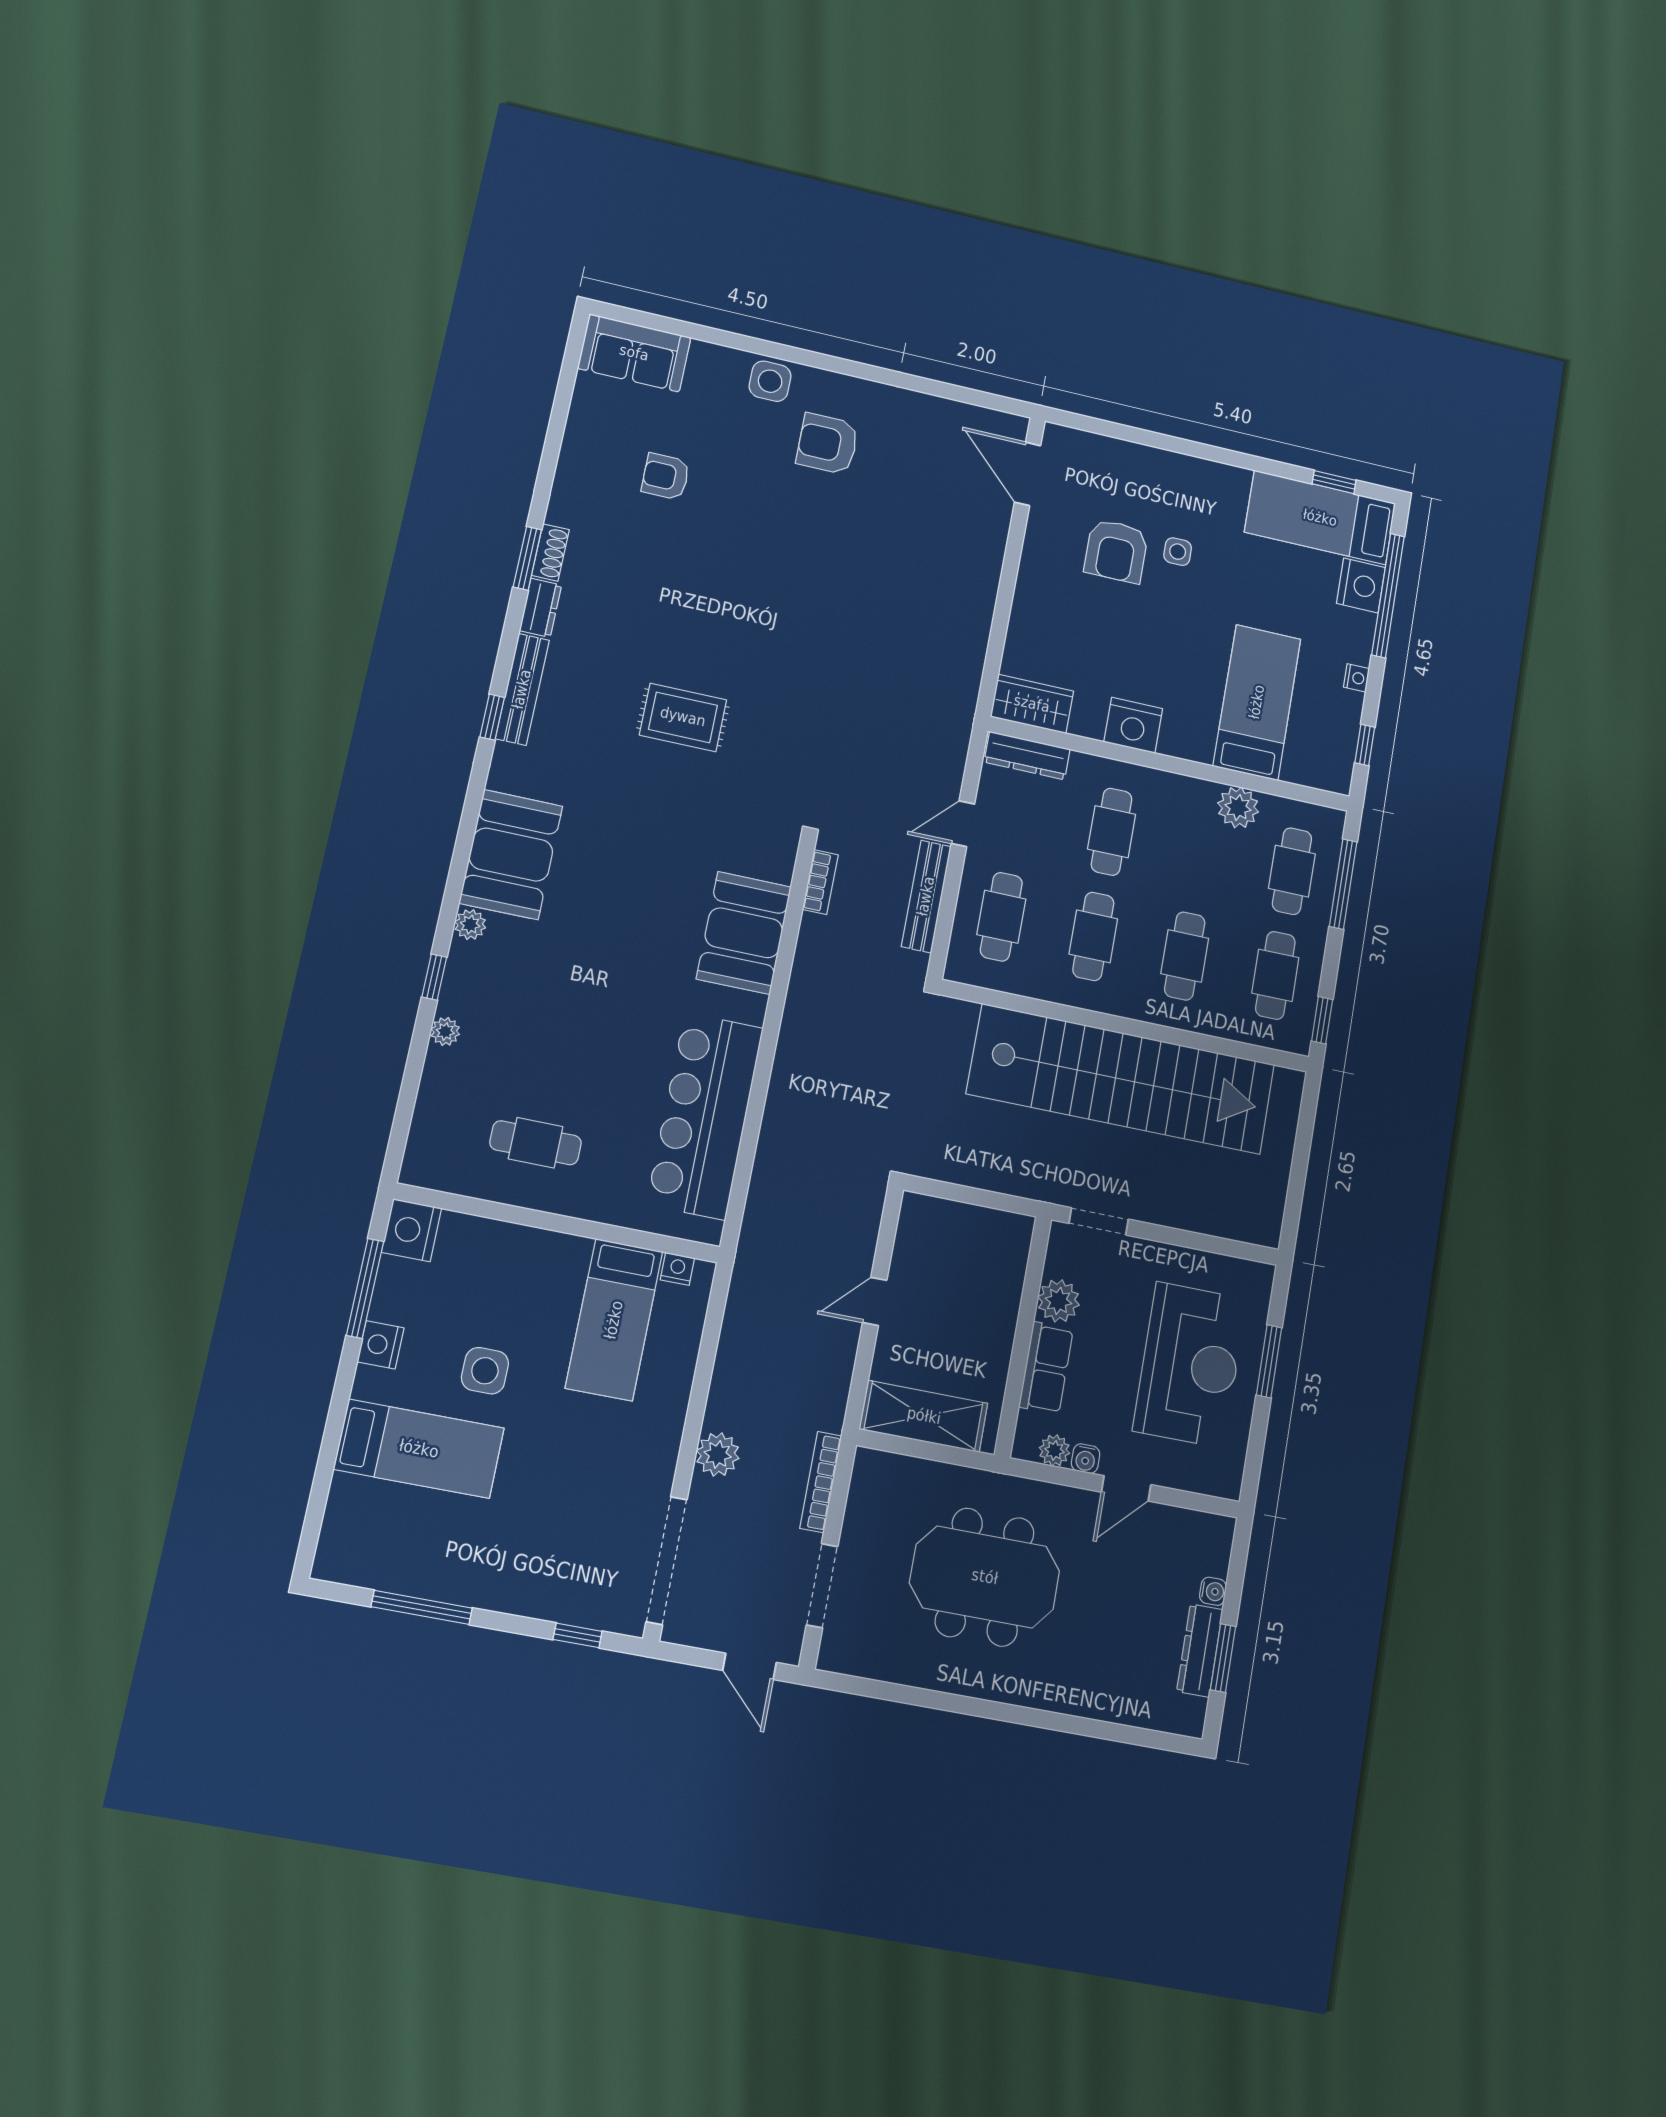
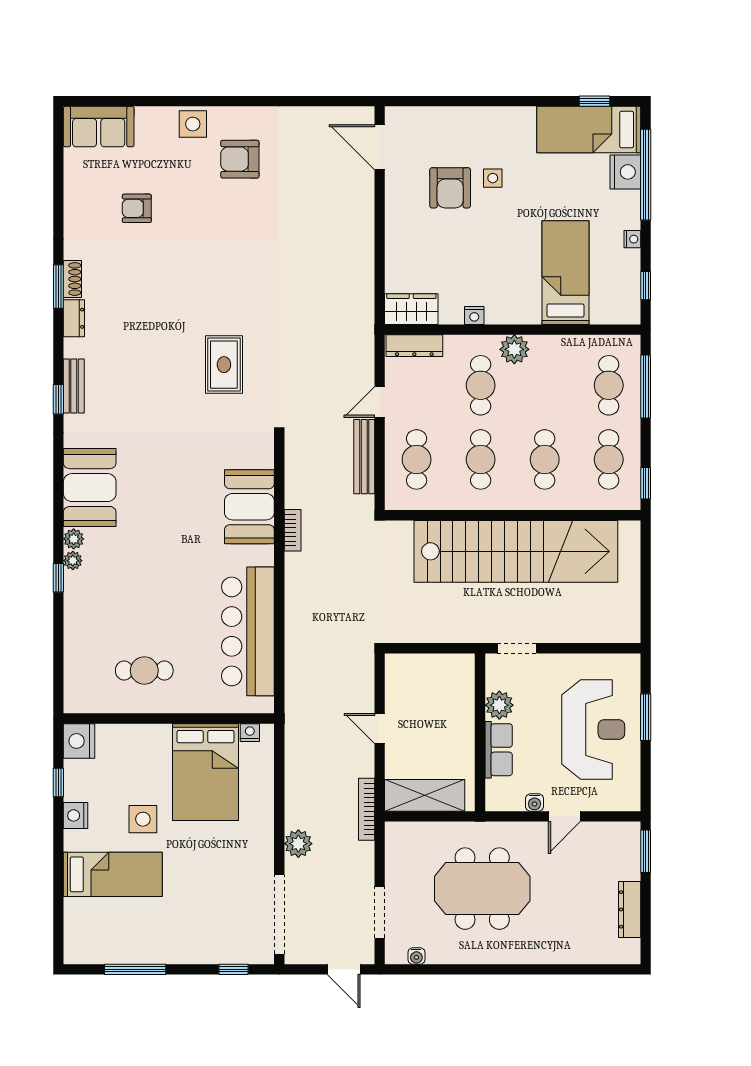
bench: (522, 689) -> (74, 386), width x0.73
rug: (683, 717) -> (224, 365), moved, turned 90
nightstand: (1133, 725) -> (474, 315), width x0.53, depth x0.56
plant: (1238, 807) -> (514, 349), moved
bookcase: (820, 882) -> (293, 530), moved
plant: (445, 1032) -> (73, 561), moved
window: (365, 1288) -> (58, 783), width x0.46
door: (875, 1301) -> (380, 729), hinge flipped
bed: (614, 1320) -> (205, 772), width x1.50
plant: (1054, 1450) -> (513, 801), removed
bookcase: (821, 1482) -> (367, 809), moved
water cooler: (1213, 1591) -> (416, 956), moved, turned 90
window: (1223, 1658) -> (646, 851), moved

